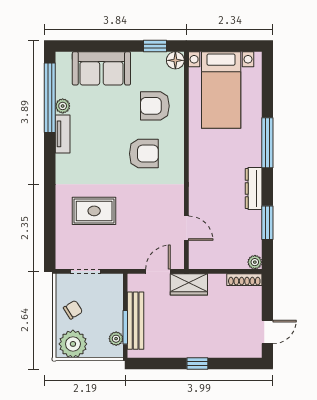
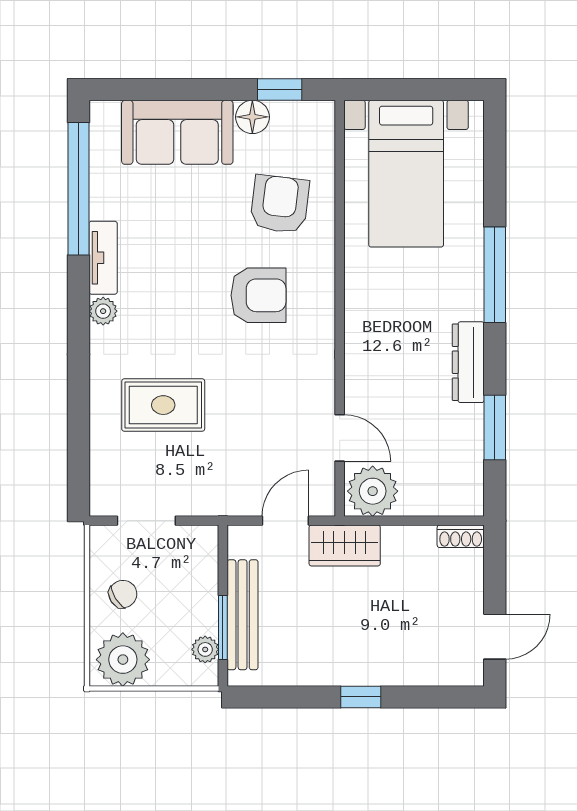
floor lamp: (175, 60) -> (252, 117), moved
plant: (63, 106) -> (103, 311), moved
armchair: (155, 106) -> (280, 204), turned 97
plant: (255, 262) -> (373, 491), moved, width x1.88, depth x1.88
shoe rack: (244, 280) -> (461, 536), width x0.70

